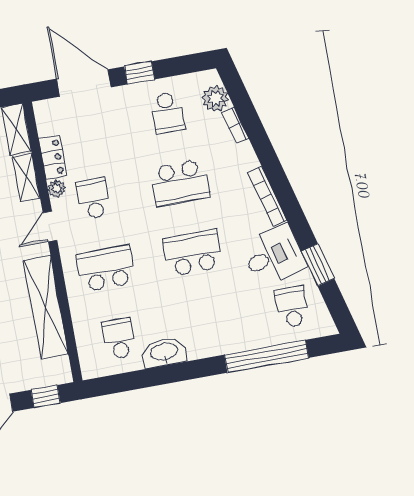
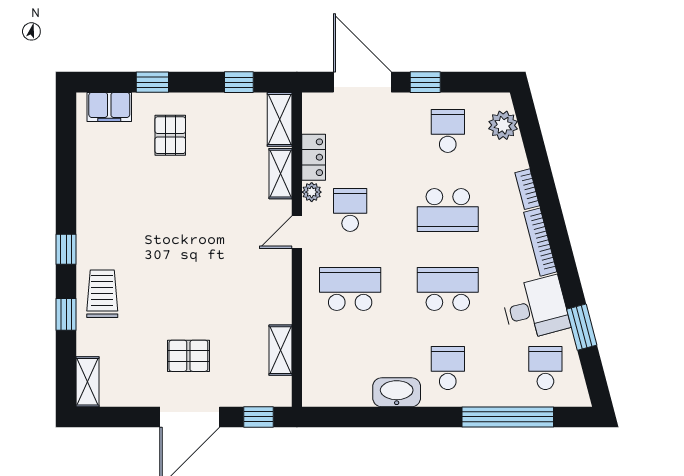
school desk: (167, 113) -> (448, 131), turned 180
bookcase: (235, 125) -> (527, 189), moved
shelving: (46, 307) -> (280, 350), width x0.45, depth x0.75
school desk: (119, 338) -> (448, 368), moved

